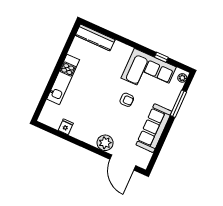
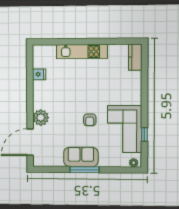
kitchen counter: (95, 37) -> (135, 57), width x0.67
window: (178, 104) -> (85, 170), moved
sofa: (154, 128) -> (81, 157), width x0.73

